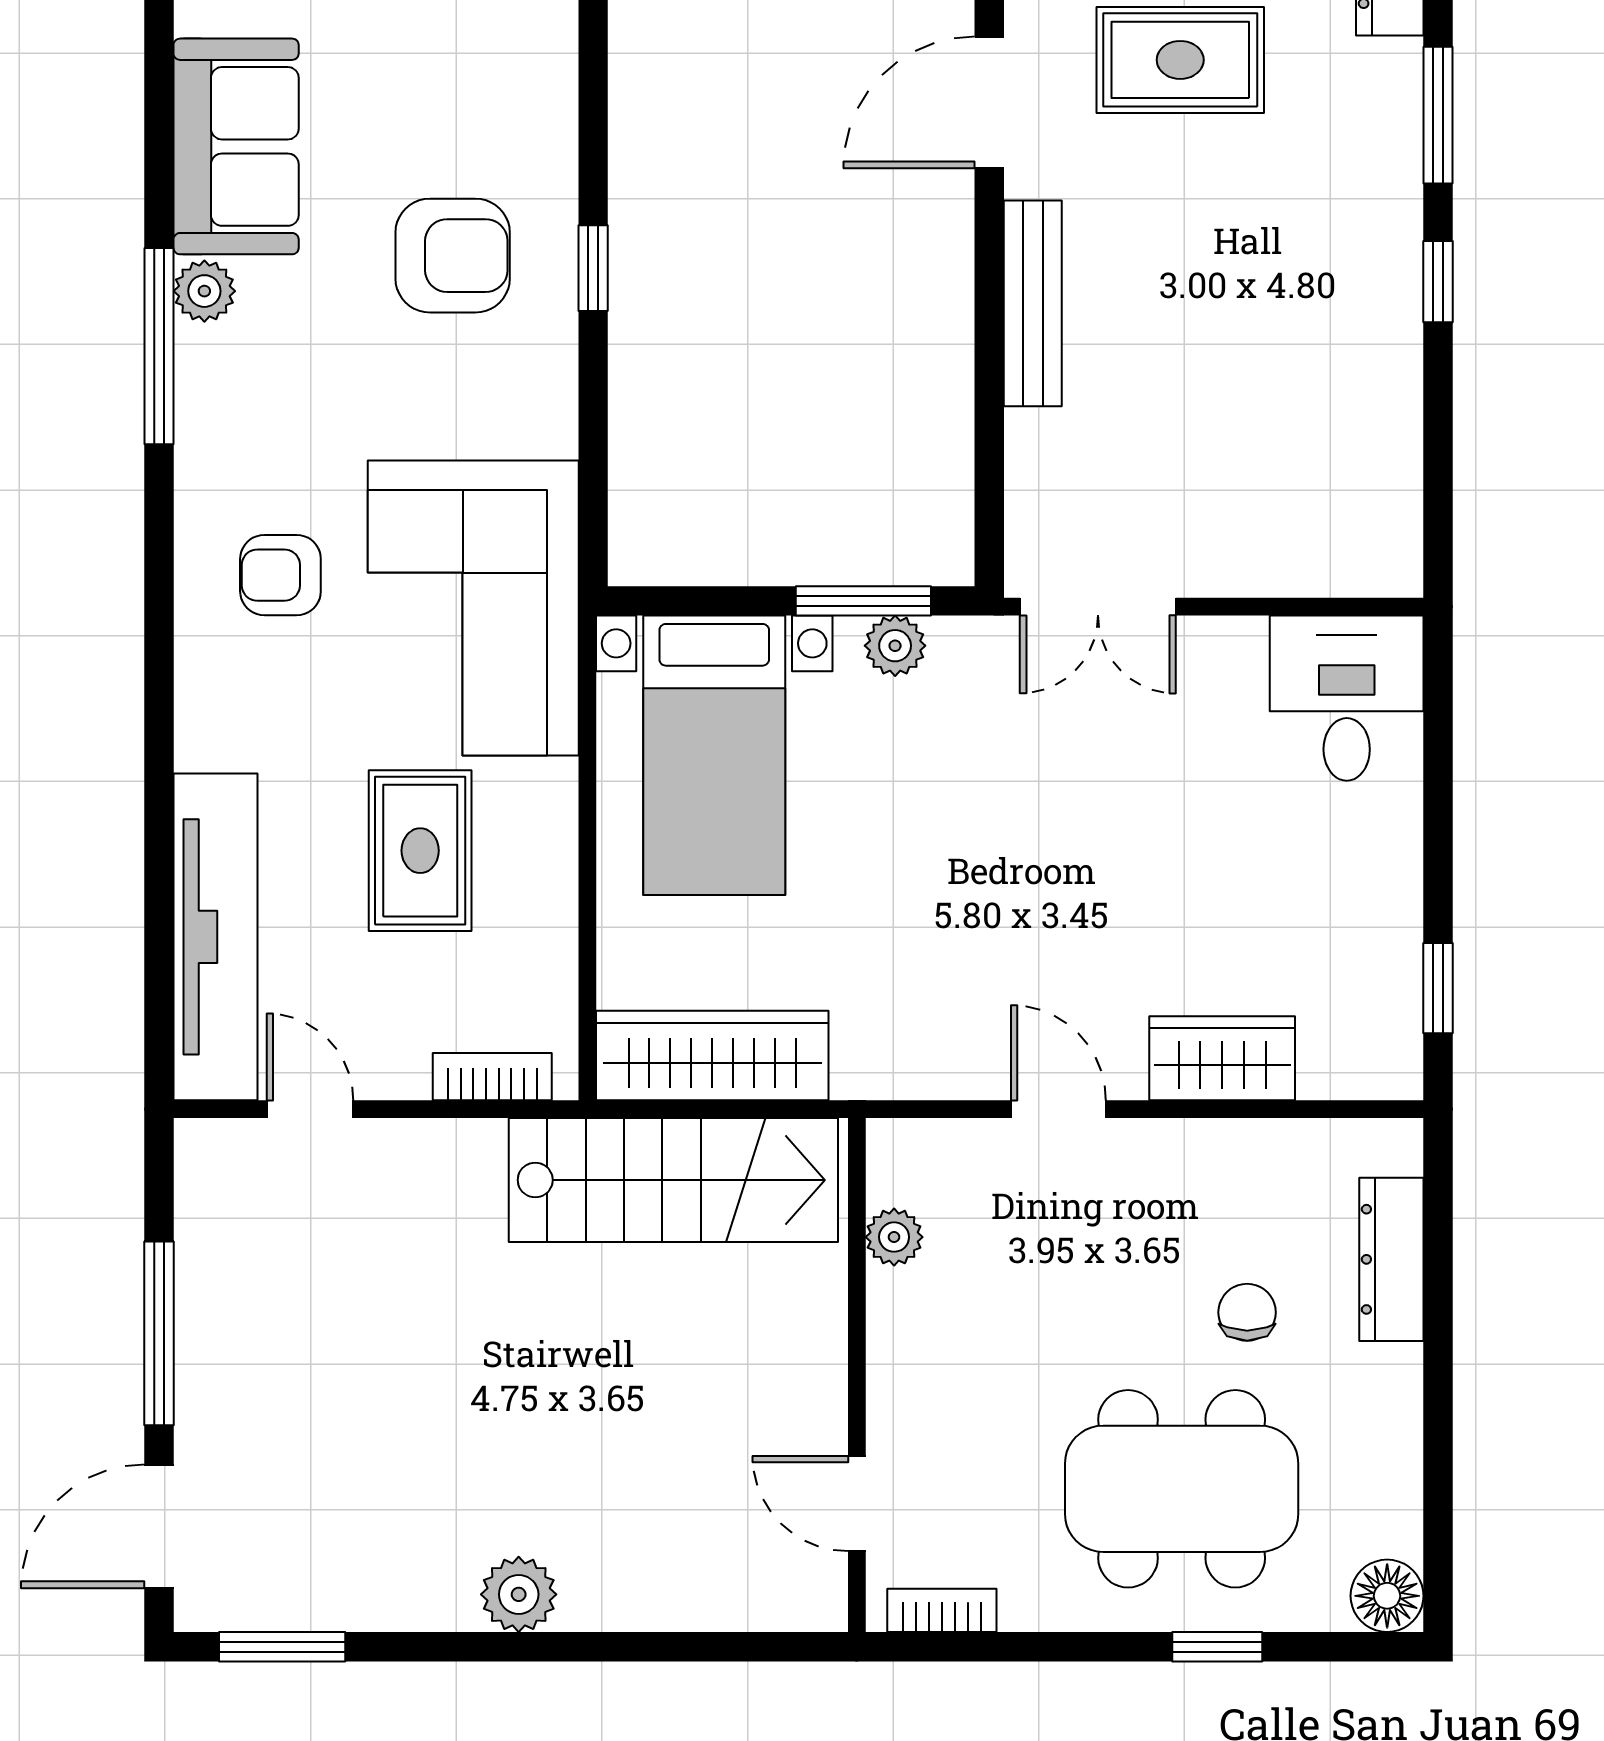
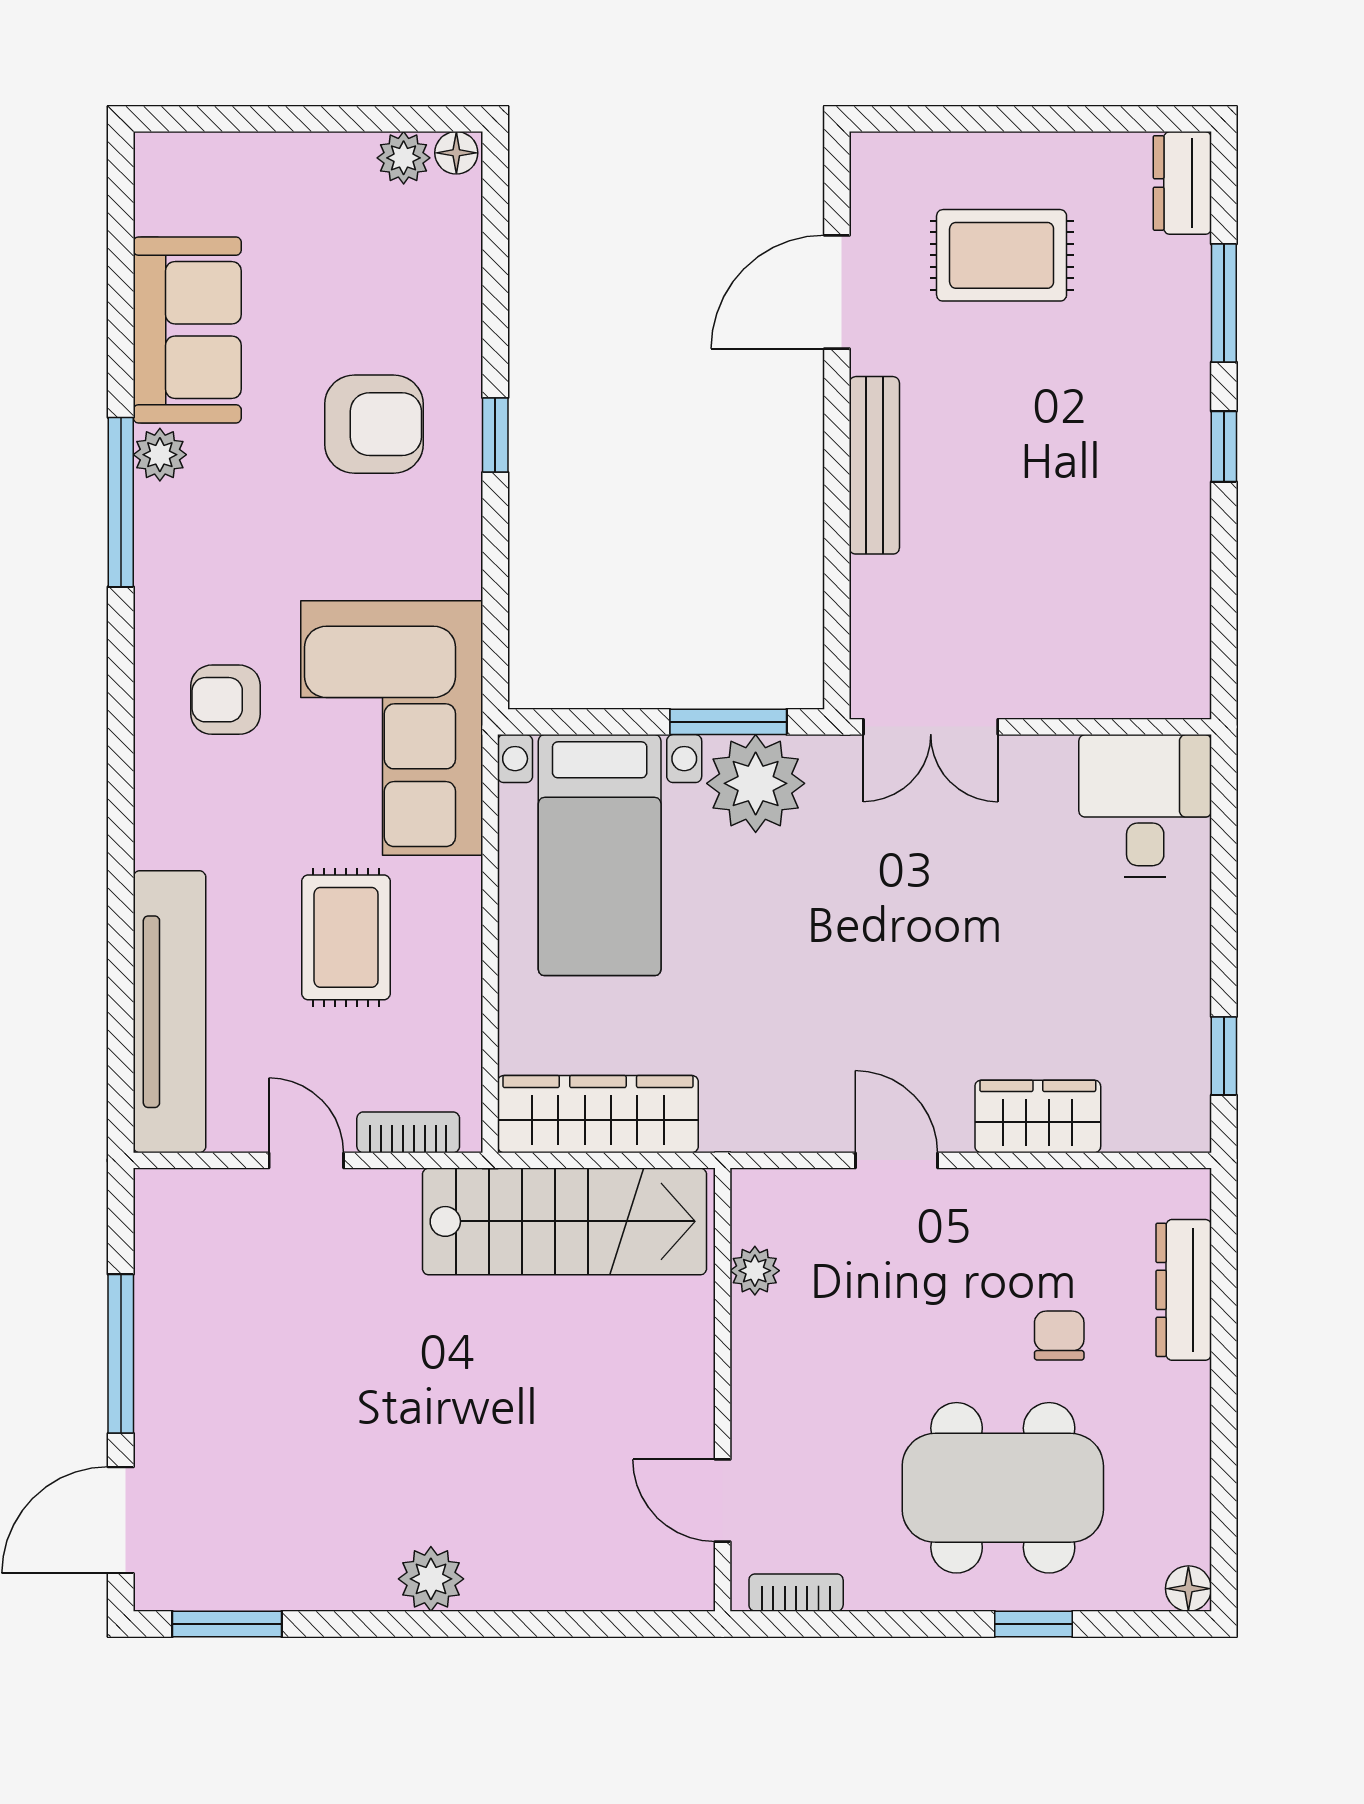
plant: (895, 646) -> (756, 783), width x1.88, depth x1.88
door: (310, 1109) -> (306, 1160), moved
floor lamp: (1387, 1596) -> (1188, 1589), width x0.73, depth x0.73

